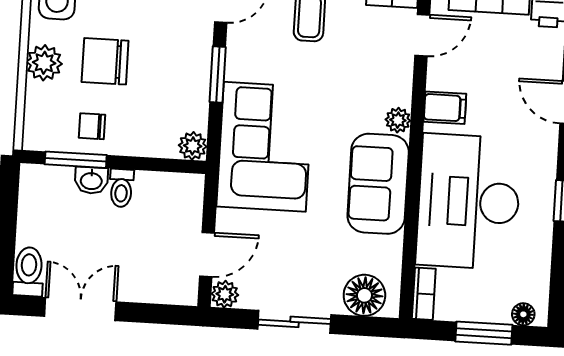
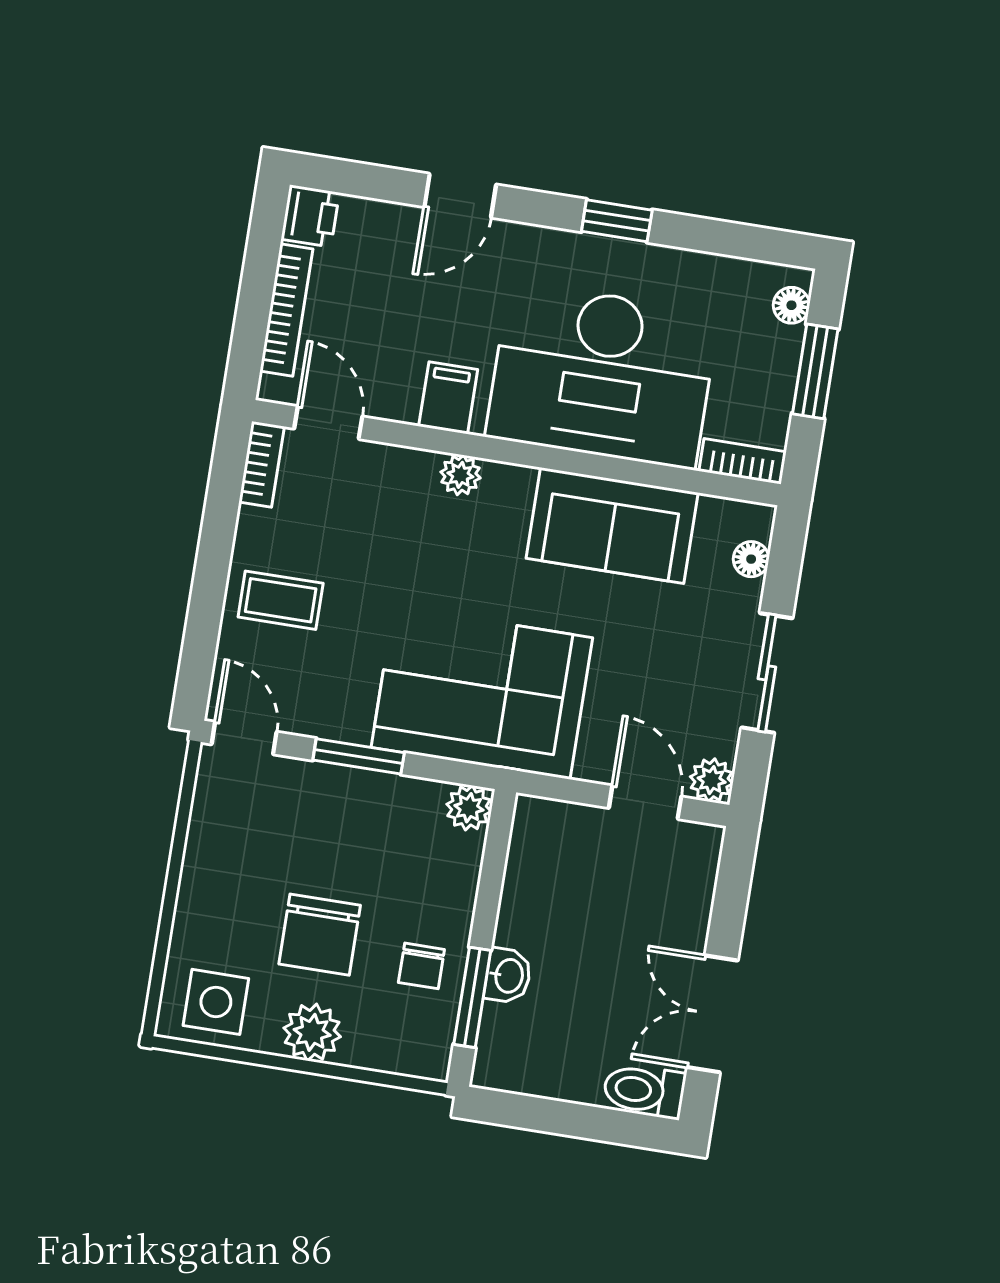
sofa: (378, 184) -> (612, 526), moved
toilet: (121, 188) -> (525, 929), removed
floor lamp: (364, 295) -> (751, 559), width x0.53, depth x0.53

